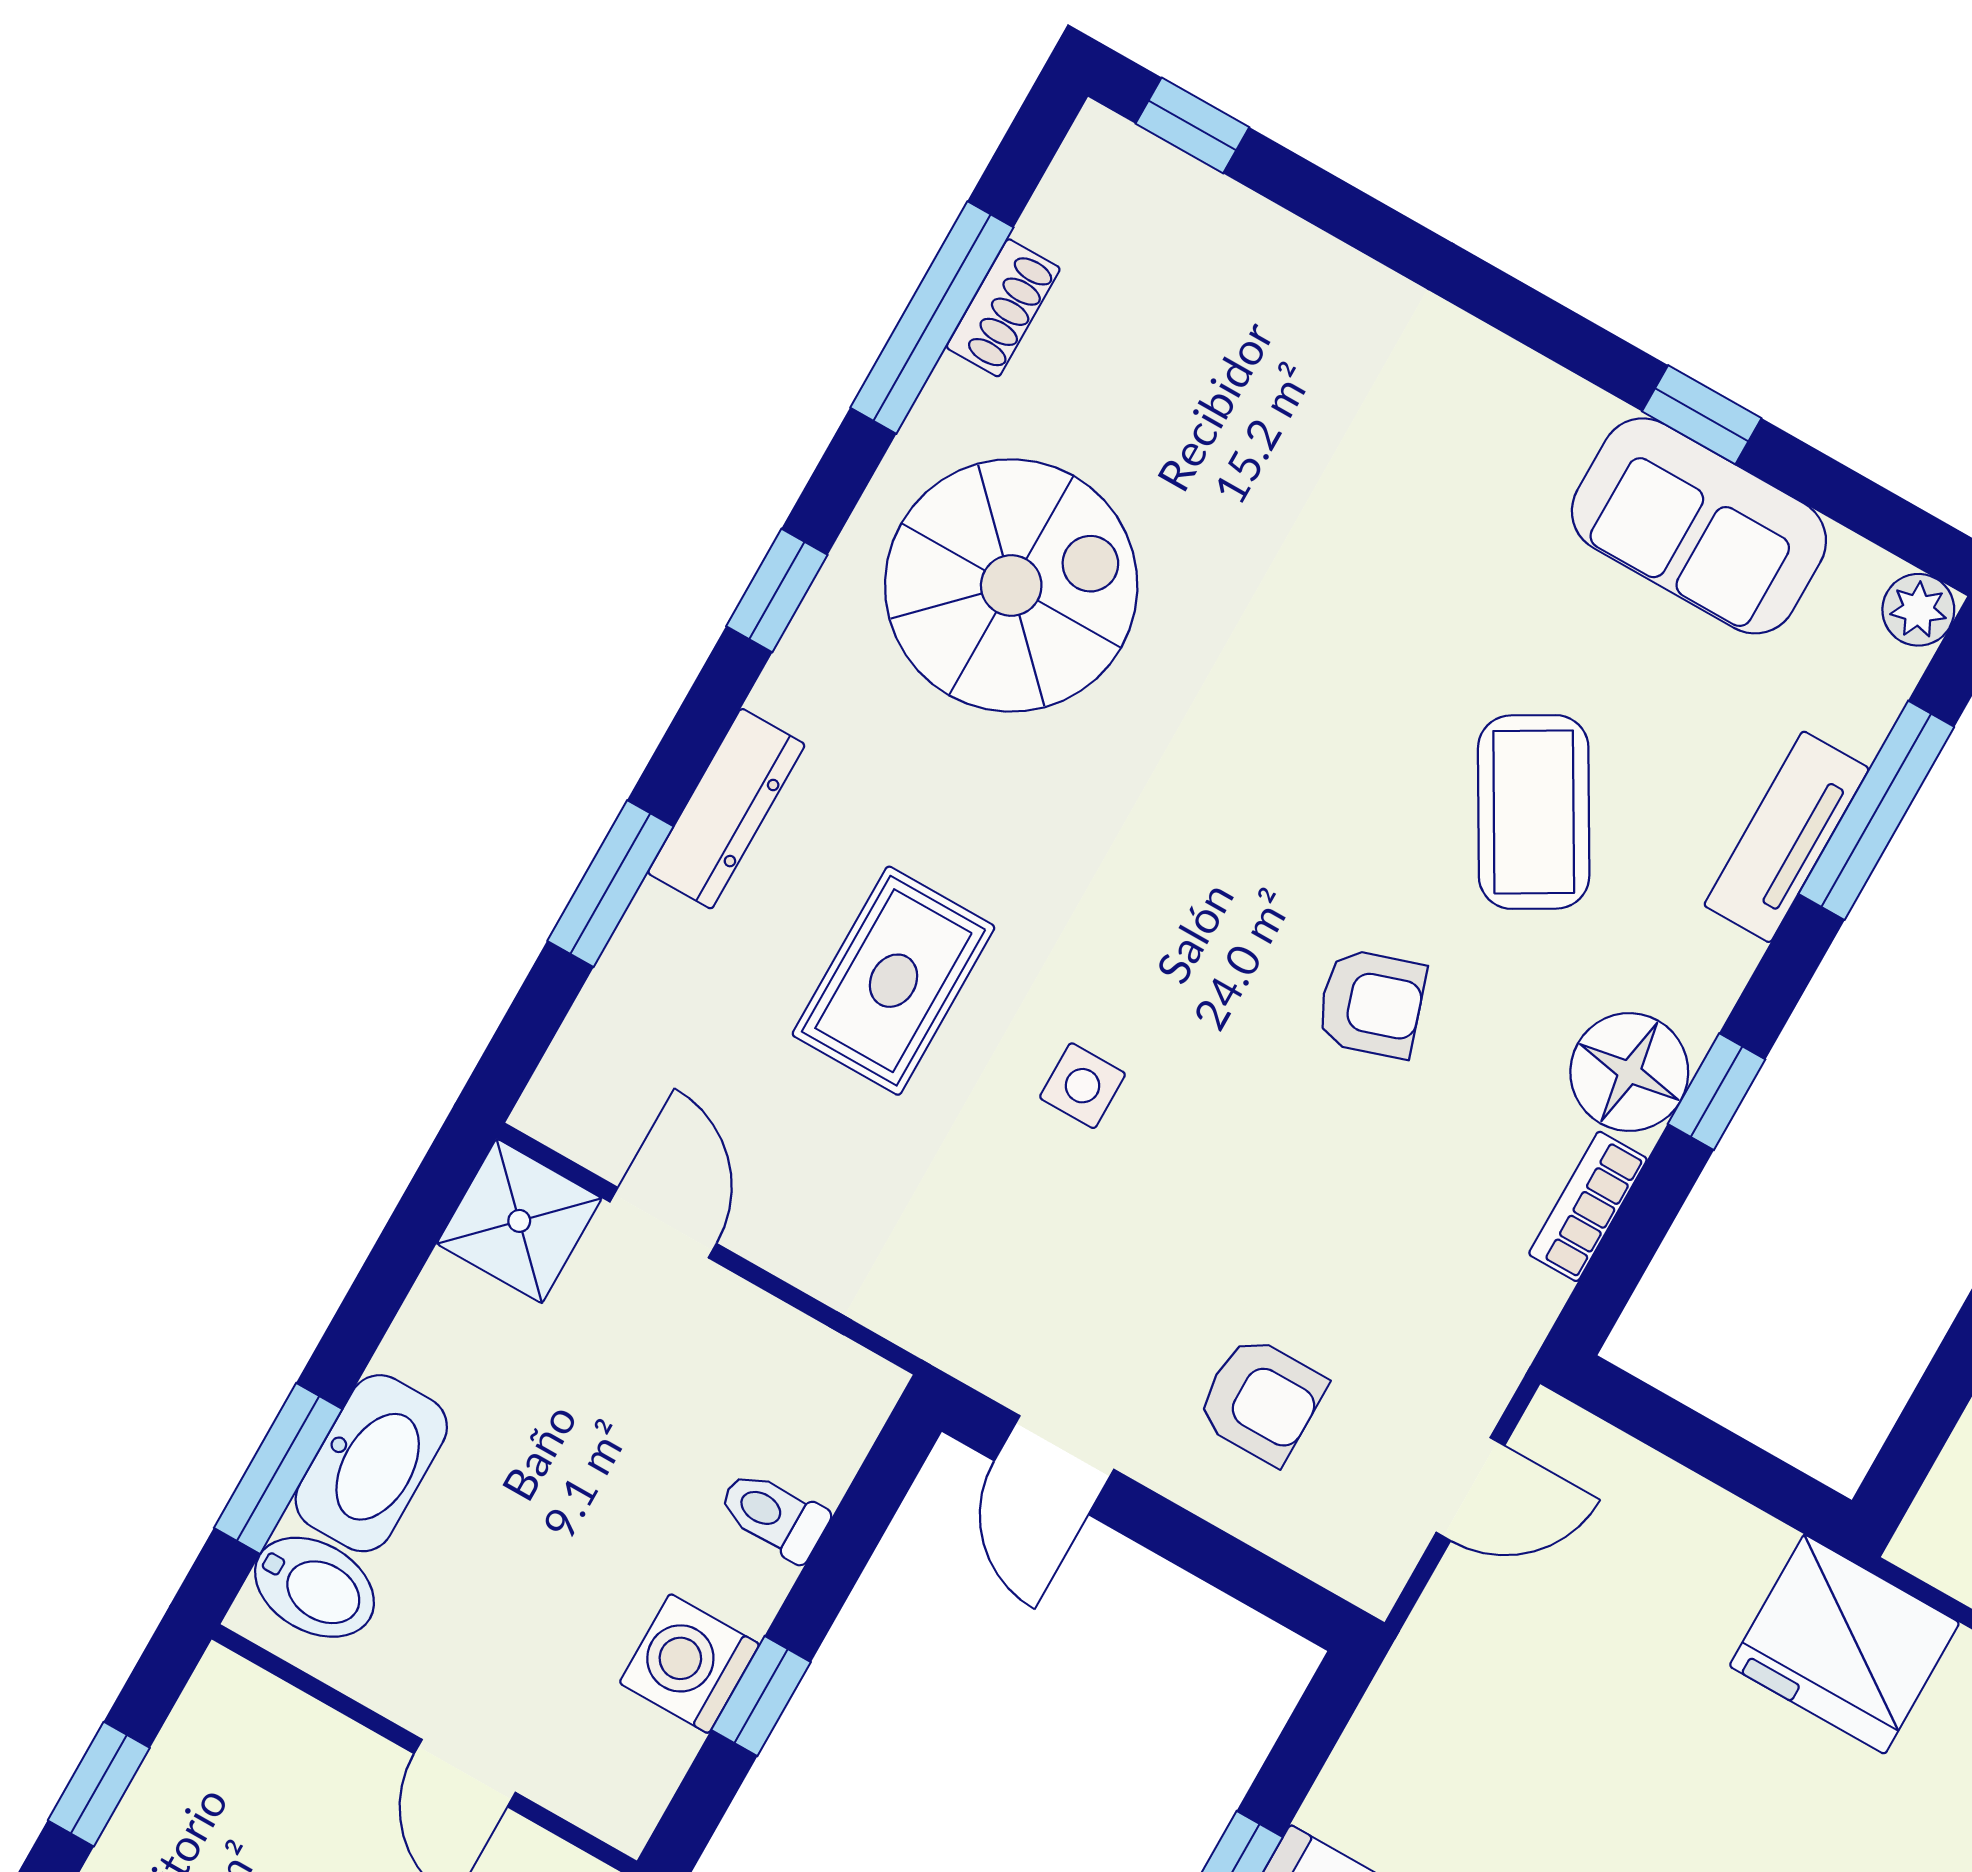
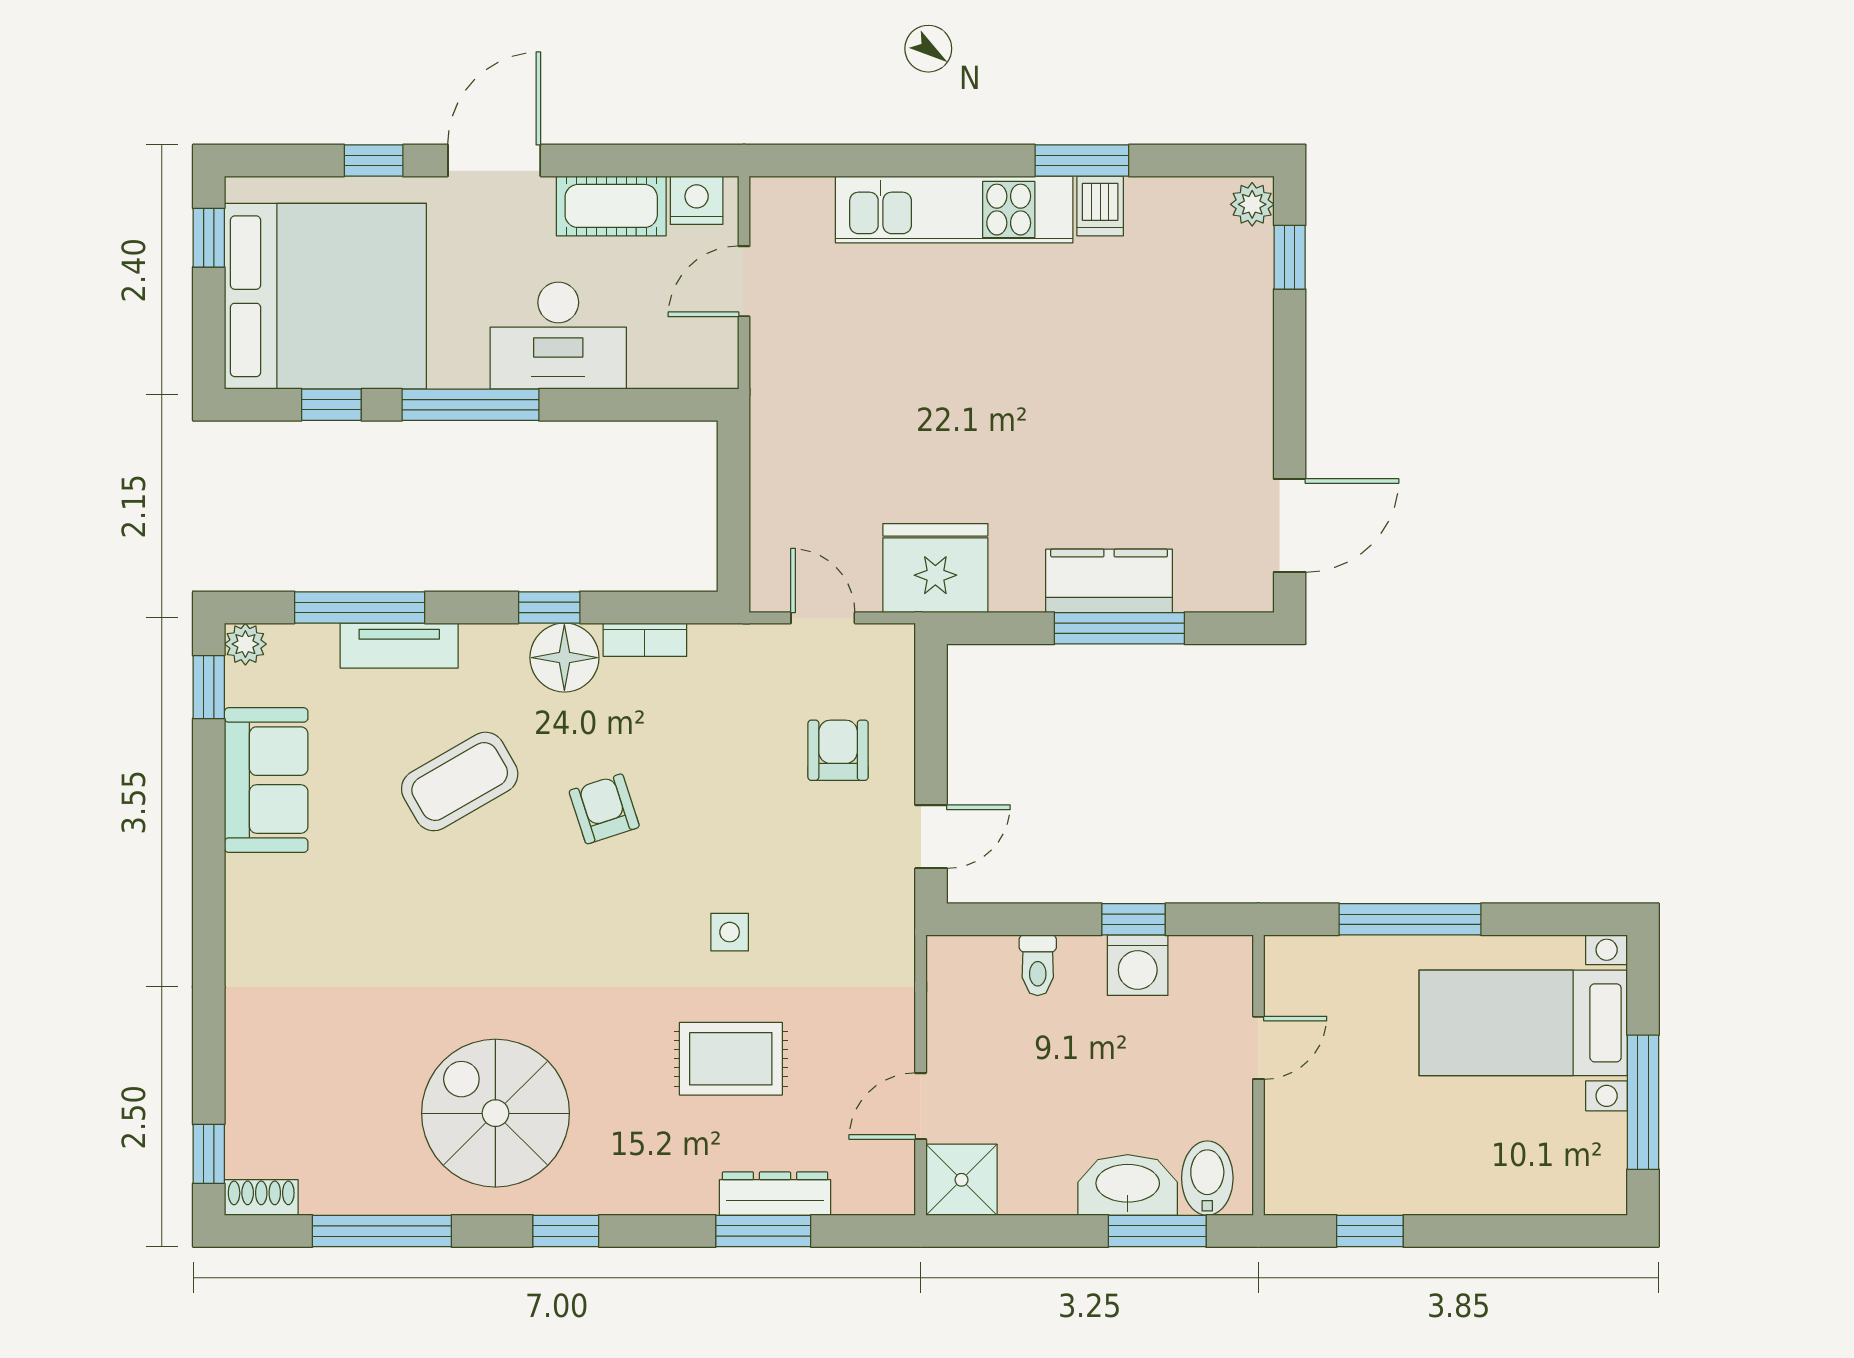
shoe rack: (1003, 308) -> (261, 1198), moved
window: (1702, 415) -> (209, 687), moved
dresser: (726, 809) -> (775, 1194), moved
fridge: (1844, 1644) -> (935, 568), moved, turned -90

